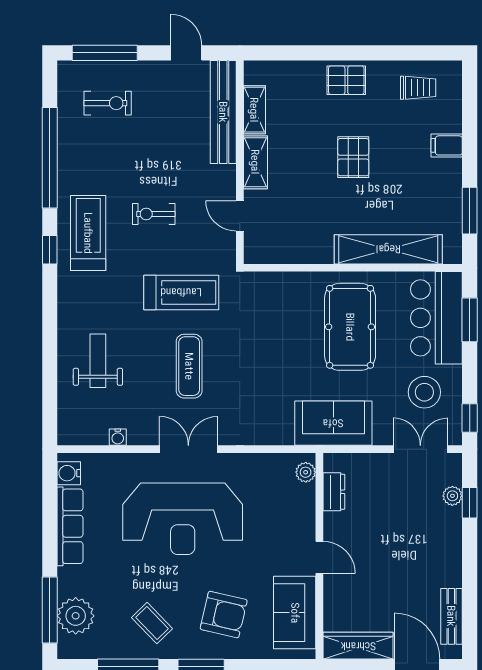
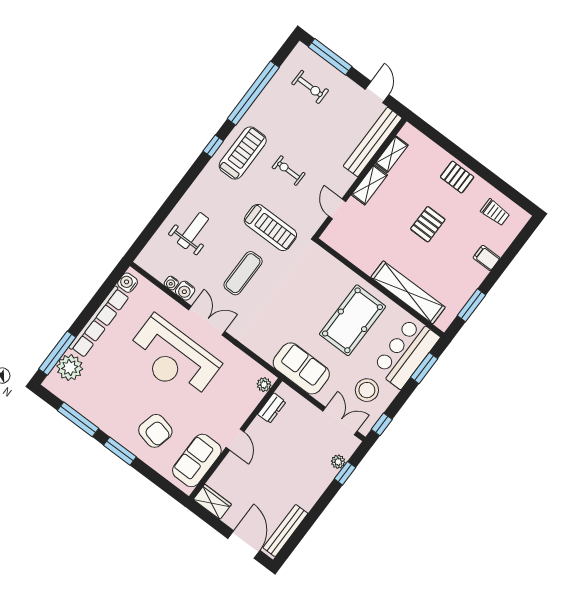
water cooler: (139, 434) -> (185, 291), added
row of seats: (70, 526) -> (99, 322), width x1.36
bench: (451, 616) -> (285, 531), width x1.36
coffee table: (152, 623) -> (110, 405), removed
wardrobe: (358, 646) -> (212, 502), width x0.67

